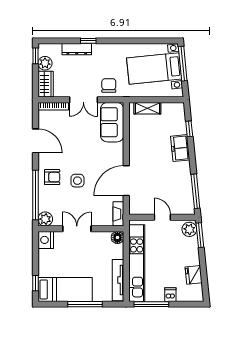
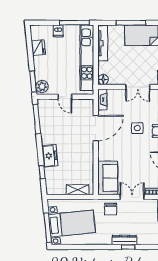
dresser: (77, 49) -> (124, 240), moved

